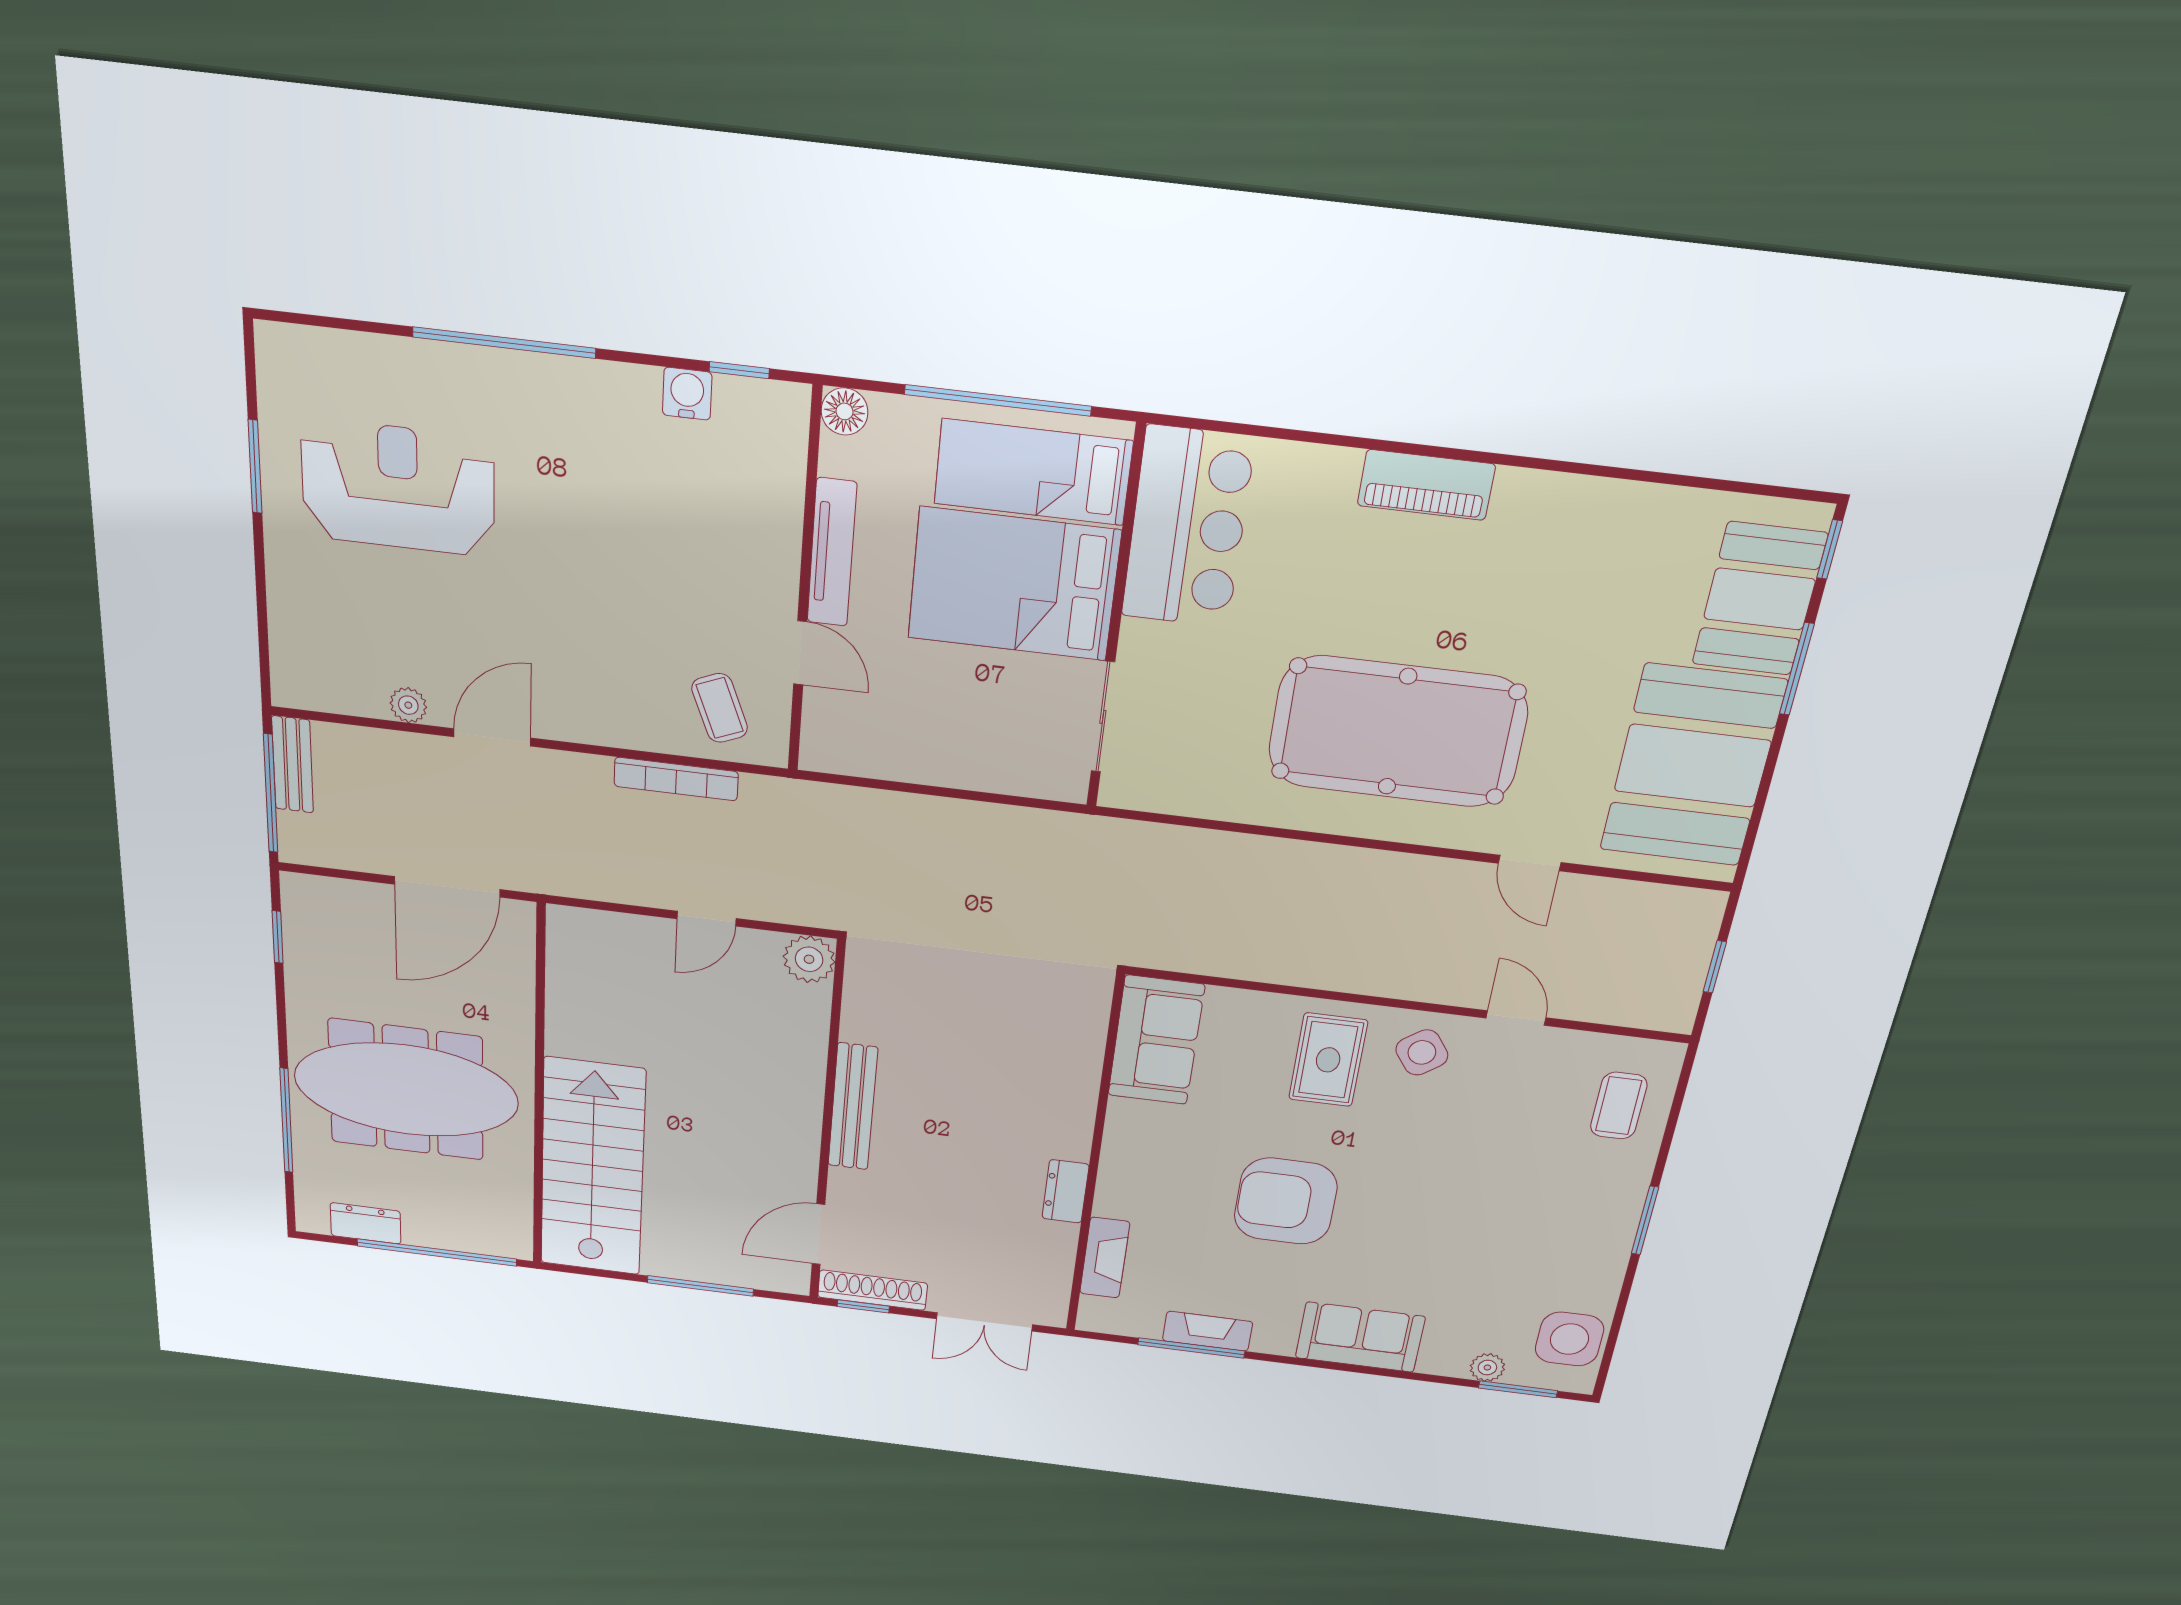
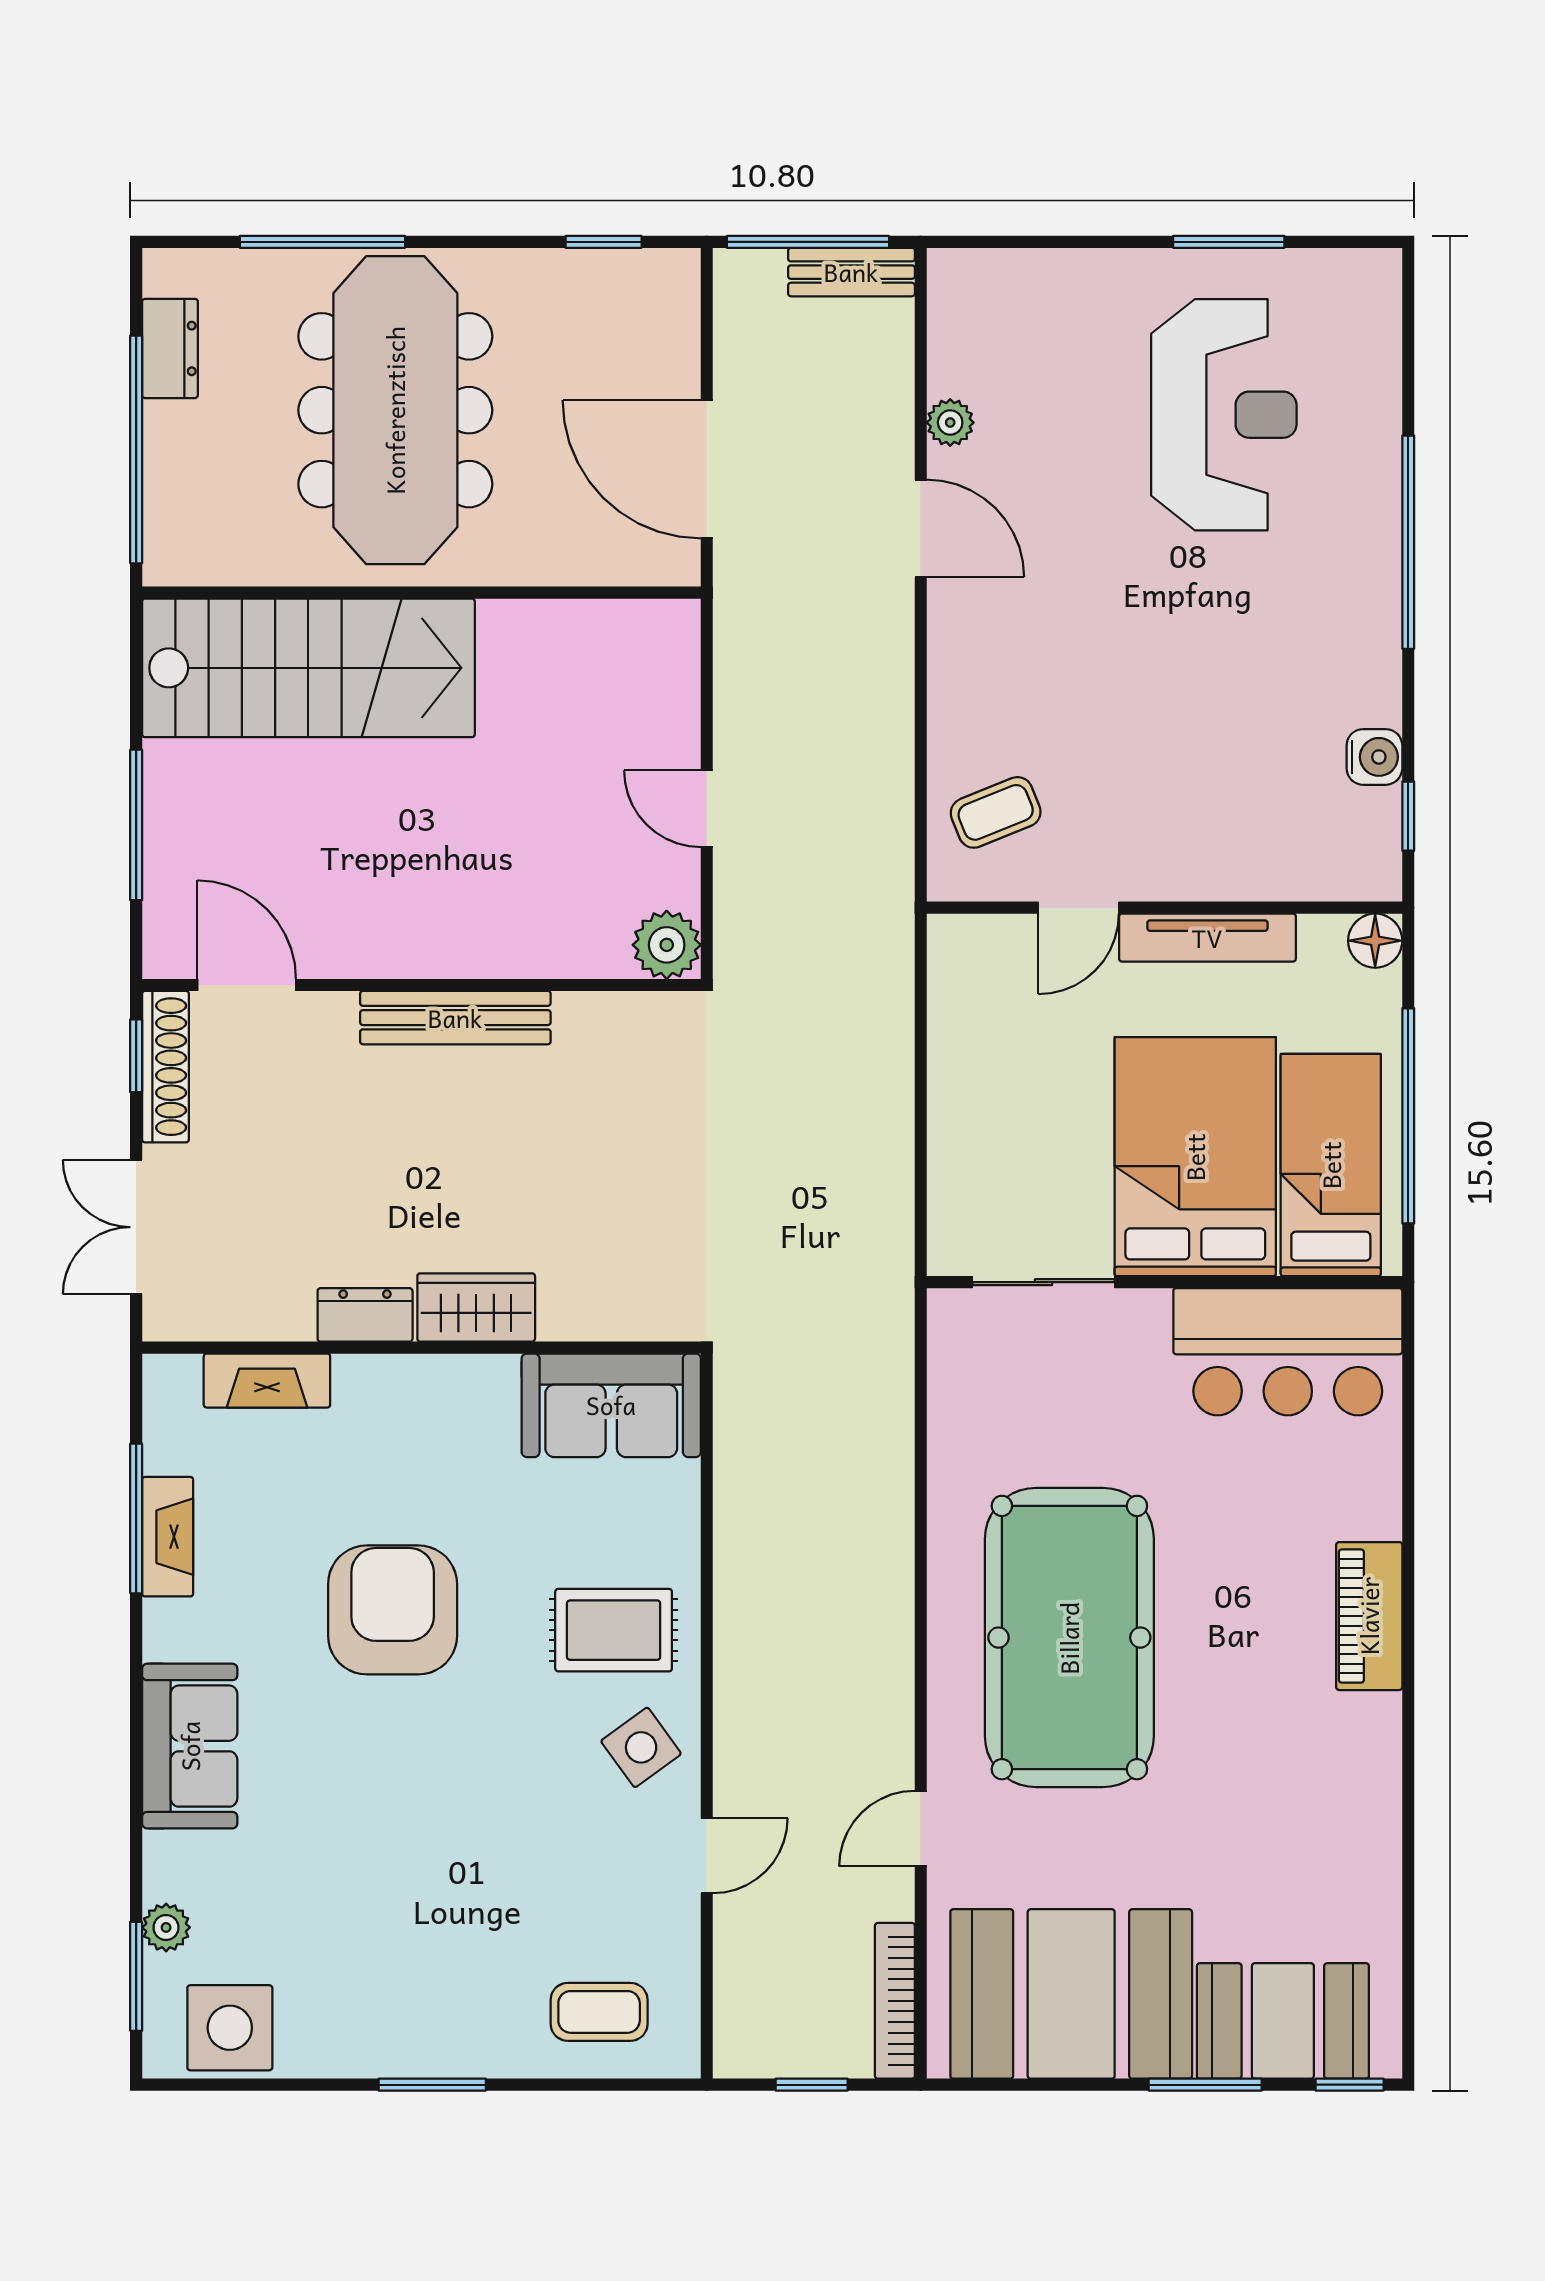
bookcase: (676, 779) -> (895, 2001), moved
wardrobe: (1070, 1120) -> (476, 1307), added

